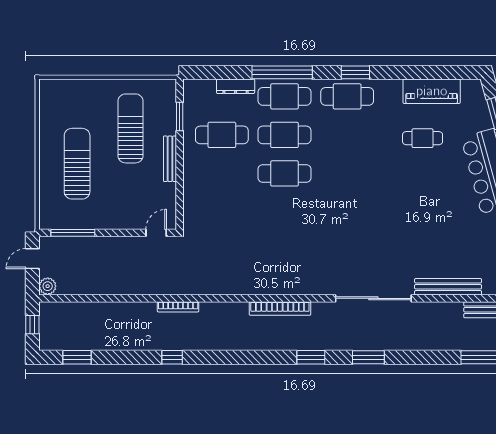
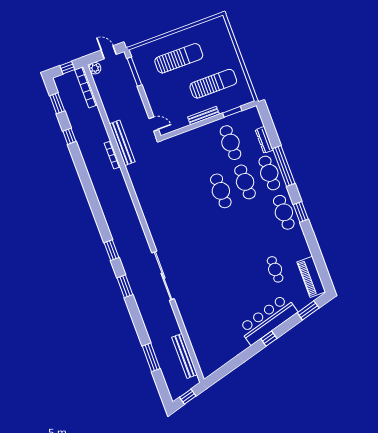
piano: (432, 91) -> (311, 277), moved
bench: (448, 287) -> (122, 143), moved
bookcase: (280, 309) -> (86, 87), moved
window: (172, 357) -> (69, 136), moved

